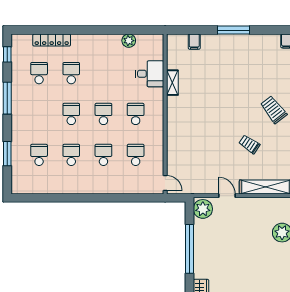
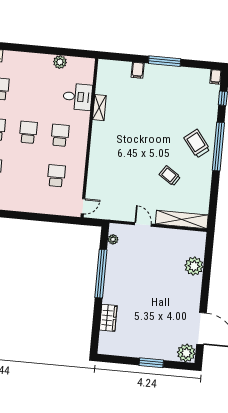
filing cabinet: (194, 42) -> (138, 70), moved
school desk: (103, 155) -> (24, 173), removed
door: (165, 183) -> (83, 206), hinge flipped
plant: (203, 209) -> (113, 239), width x0.53, depth x0.53

